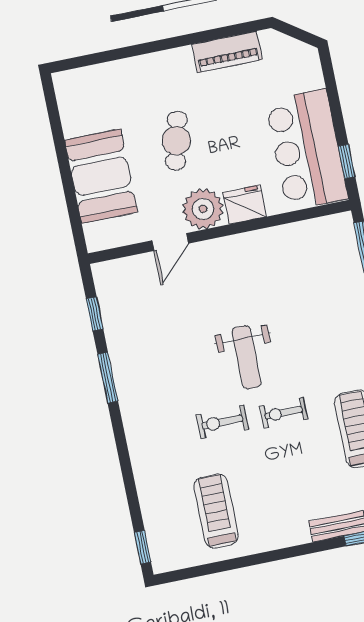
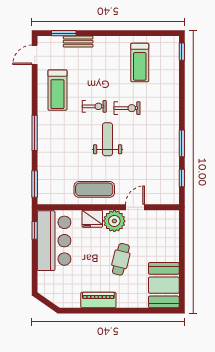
piano: (227, 52) -> (98, 300), moved
booth: (101, 176) -> (164, 285), moved
exercise mat: (252, 260) -> (94, 189), added

